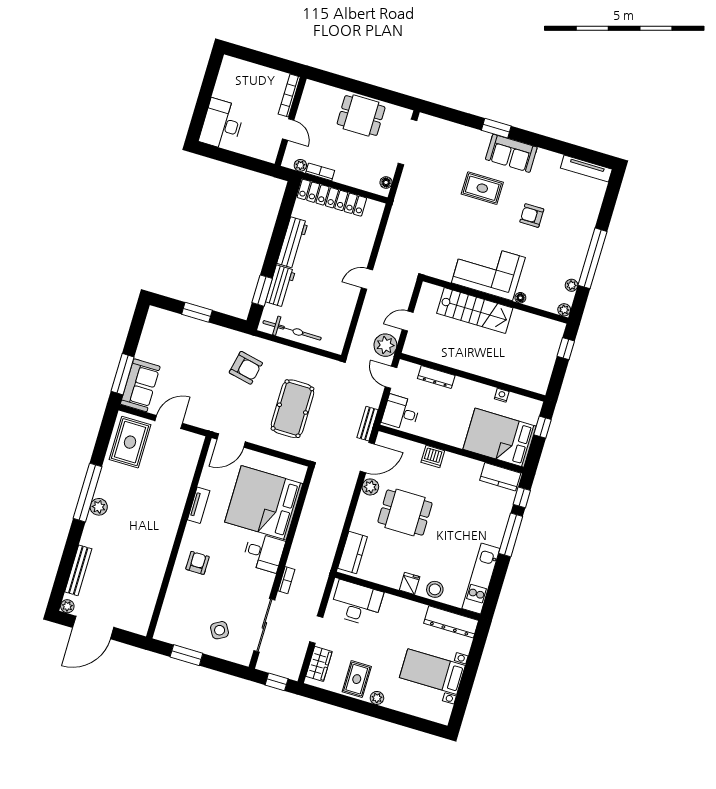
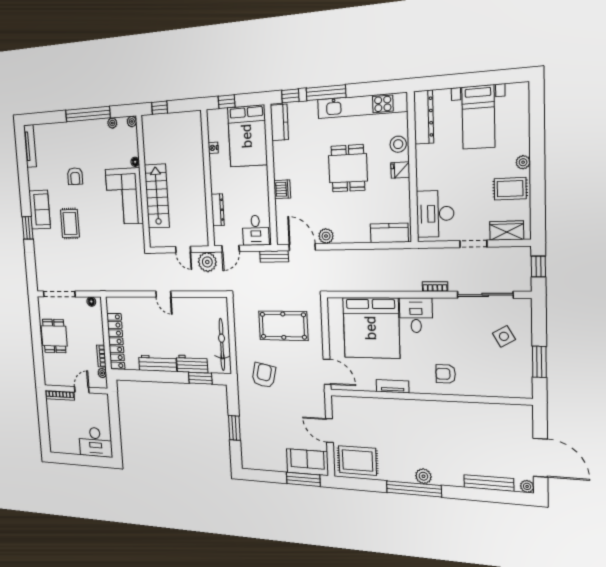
dining table: (405, 513) -> (348, 168), moved
kitchen unit: (481, 578) -> (362, 106), width x1.36

